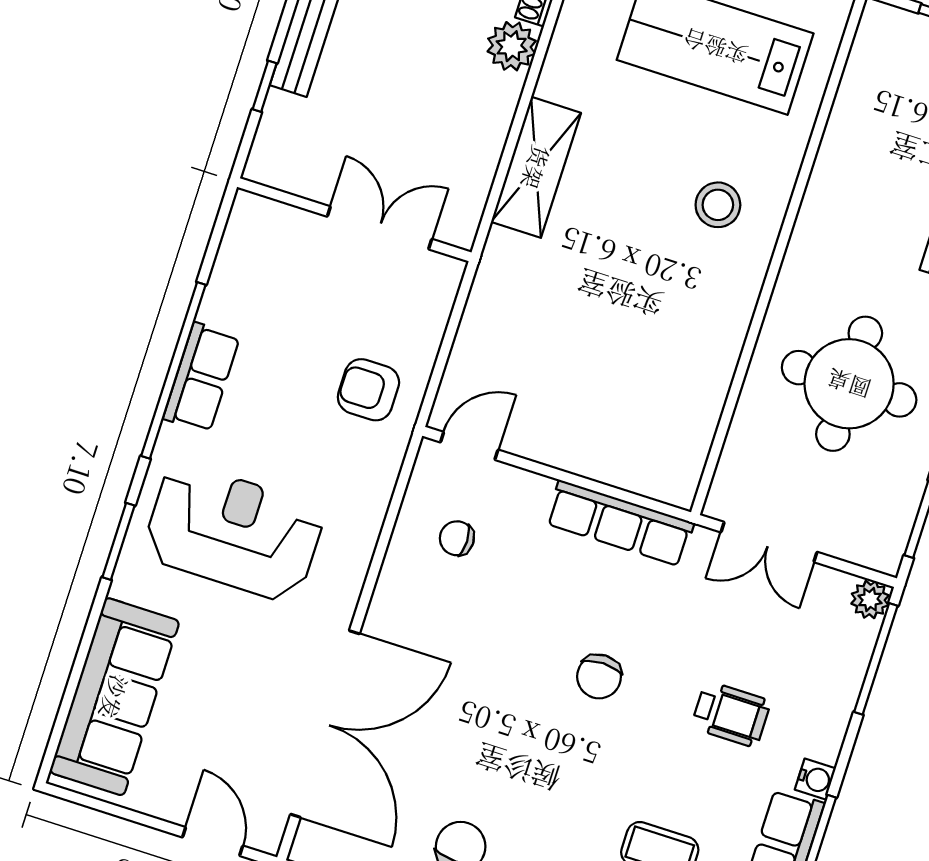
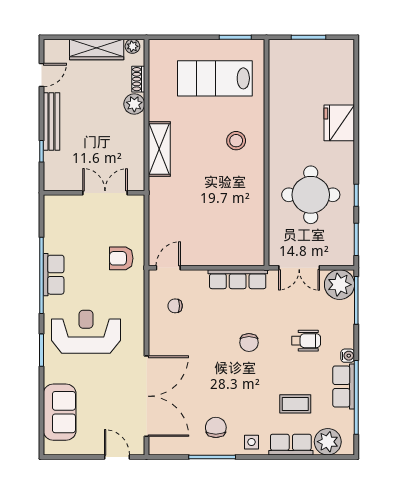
plant: (870, 599) -> (339, 285), width x1.87, depth x1.87
sofa: (114, 697) -> (60, 412), width x0.73

